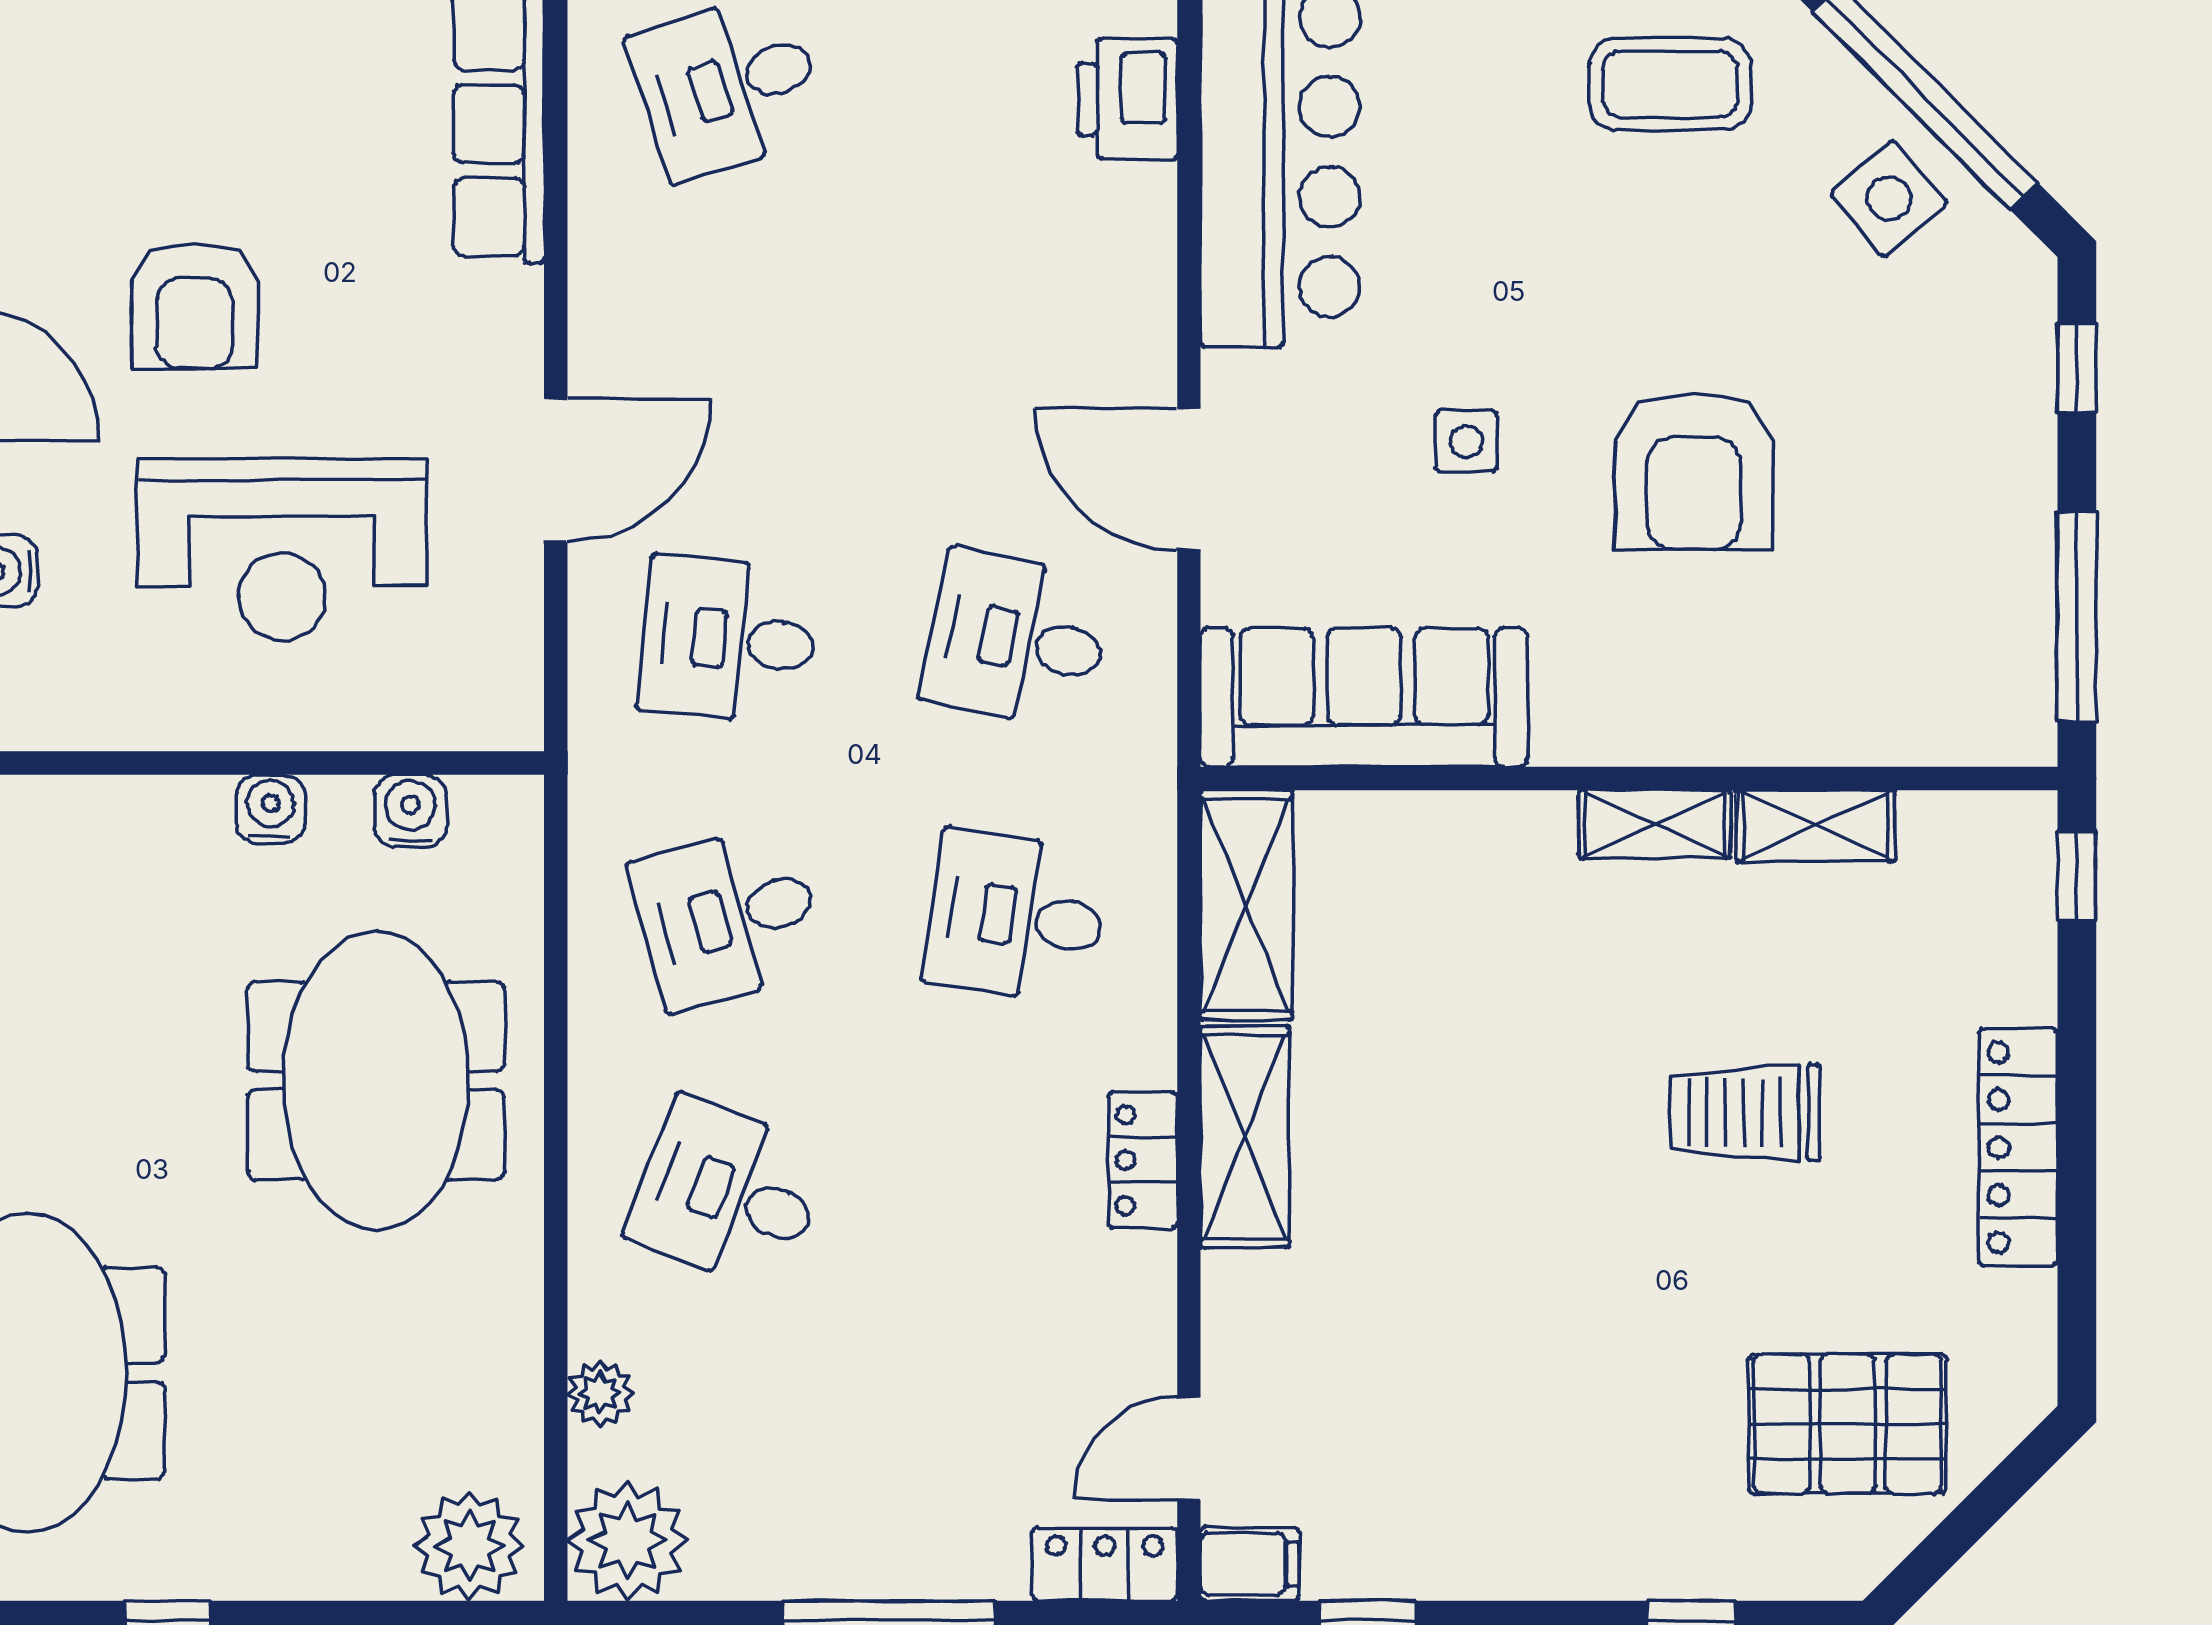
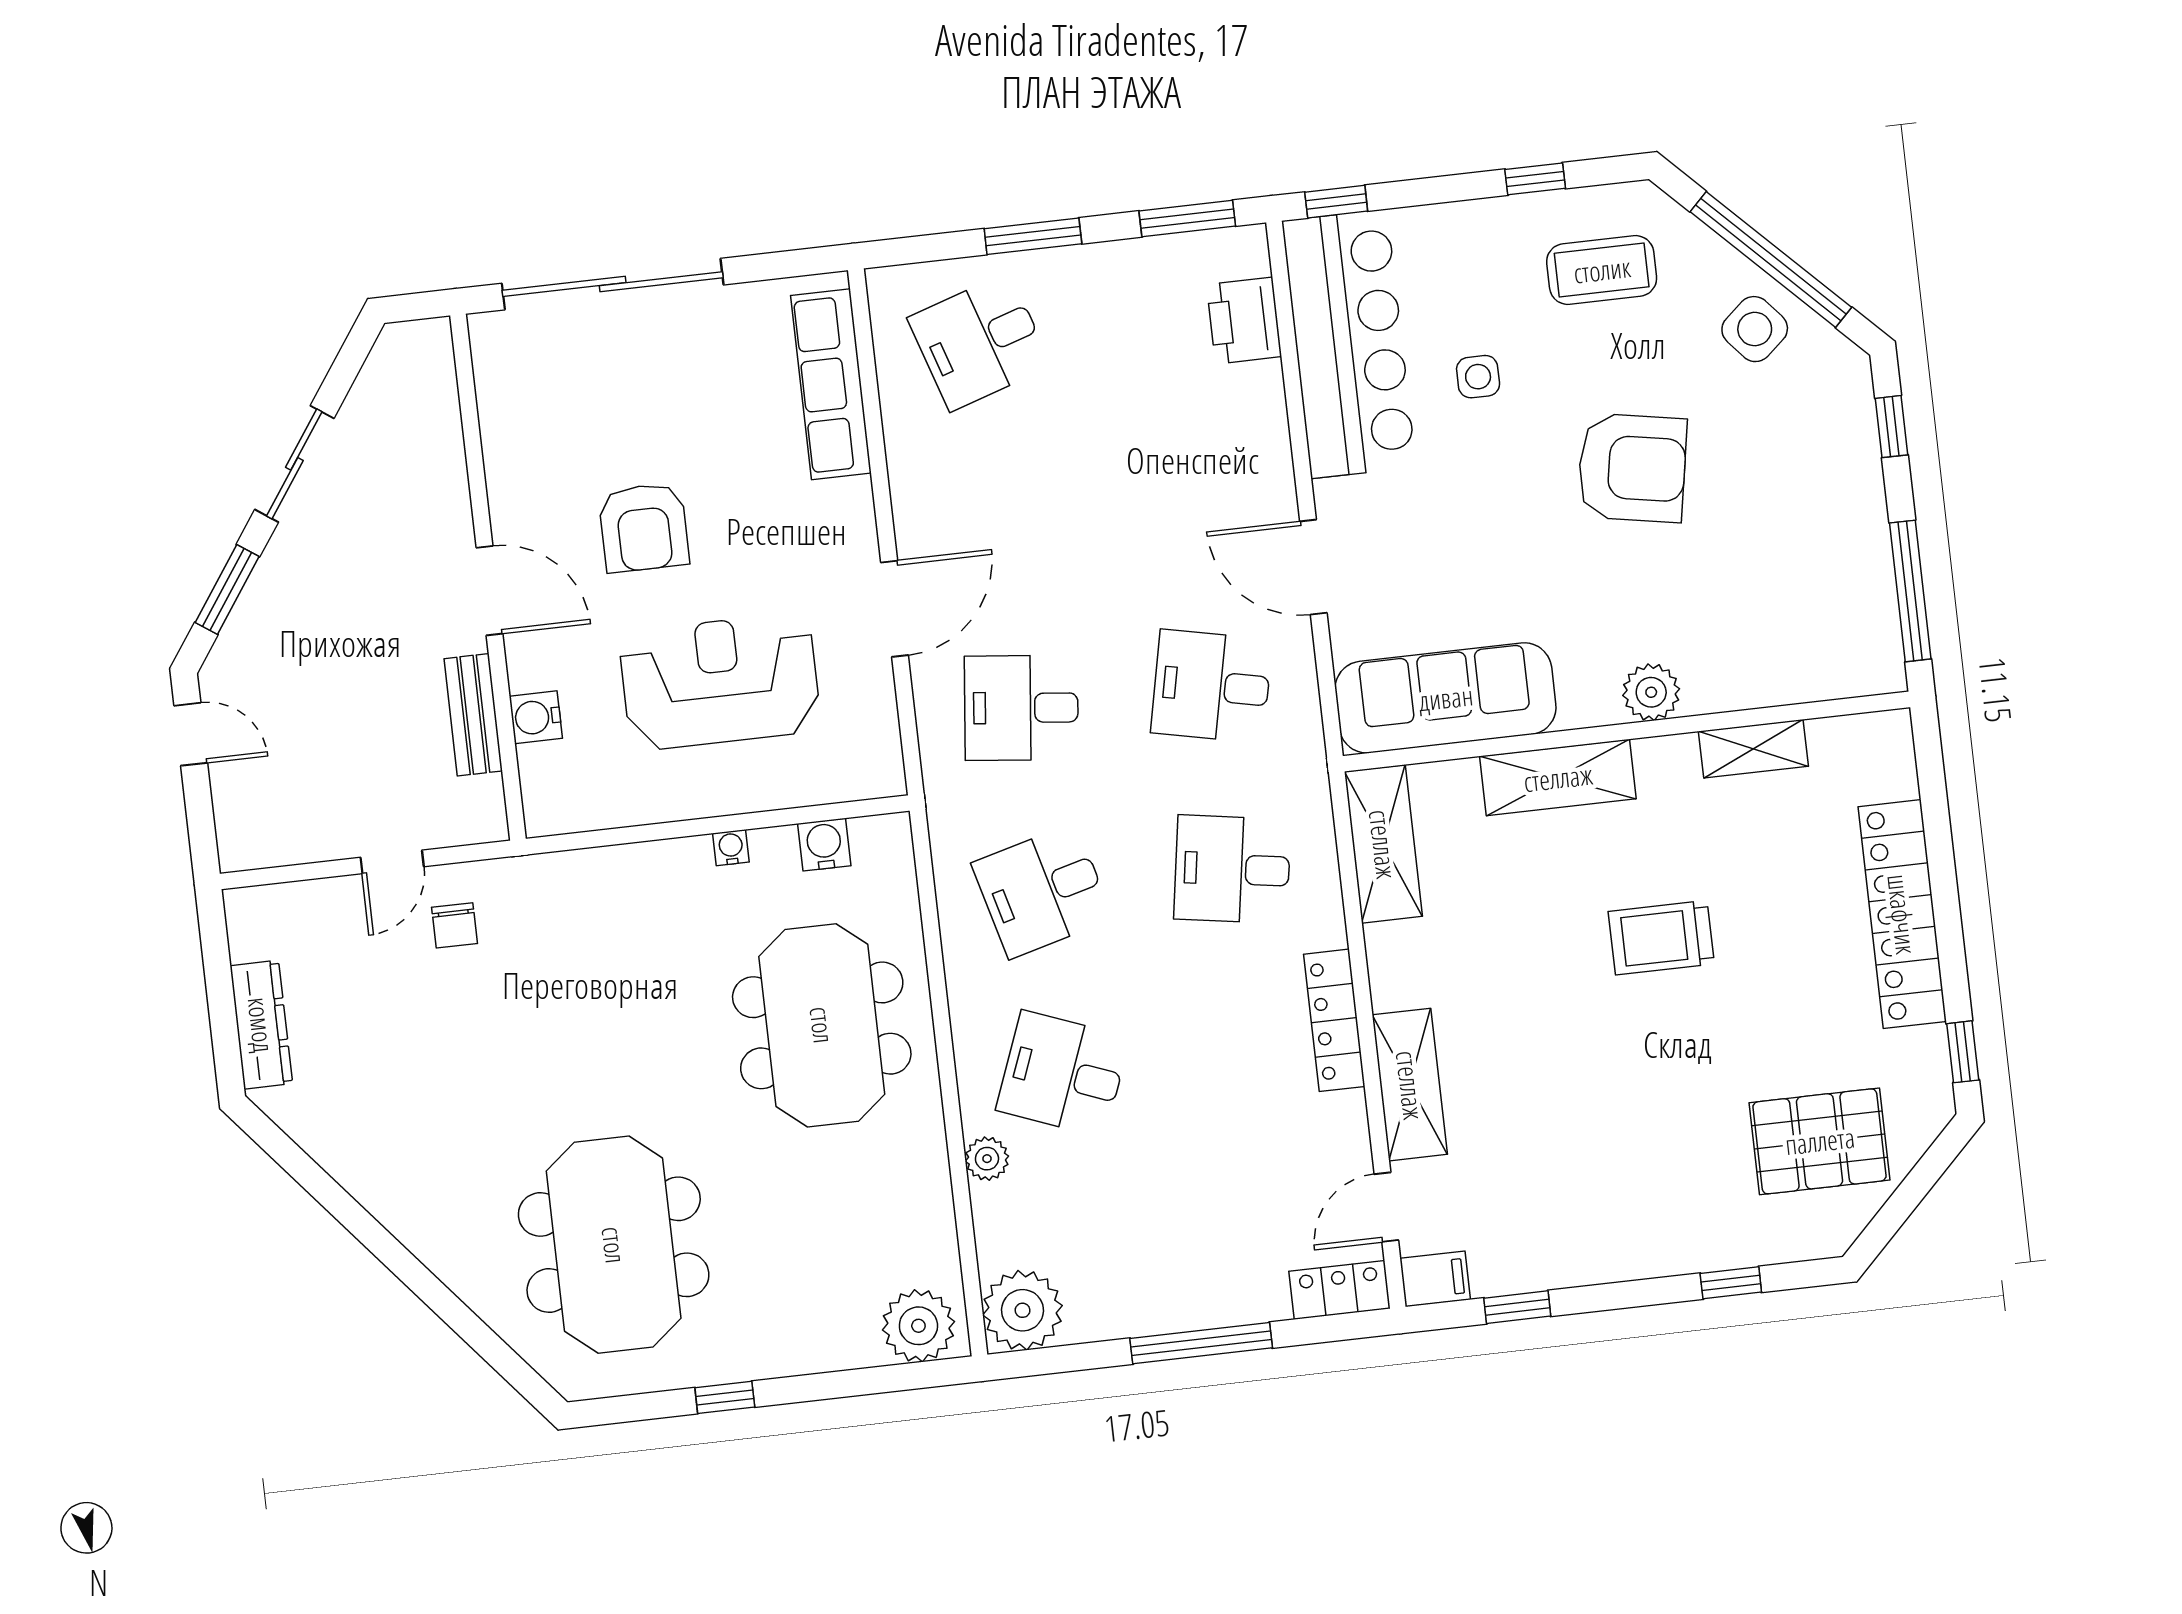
side table: (1466, 441) -> (1478, 377), moved
armchair: (1694, 471) -> (1632, 468), moved, turned -80
reception desk: (282, 549) -> (720, 682), turned 180
plant: (1672, 724) -> (1651, 692), added
water cooler: (270, 809) -> (731, 848), width x0.72, depth x0.72
shelving: (1655, 824) -> (1558, 778), moved, width x1.50, depth x1.33
window: (2077, 876) -> (1963, 1052), moved
trolley: (1745, 1113) -> (1661, 938), moved
shelving: (1245, 1137) -> (1410, 1085), moved
locker: (2018, 1147) -> (1902, 914), width x1.41, depth x1.21
locker: (1143, 1160) -> (1334, 1020), width x1.53
plant: (600, 1393) -> (987, 1159), moved

